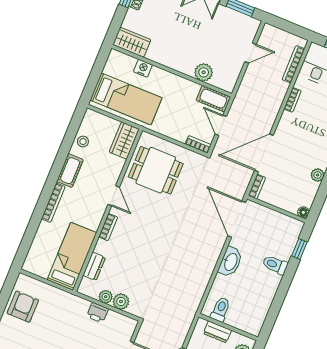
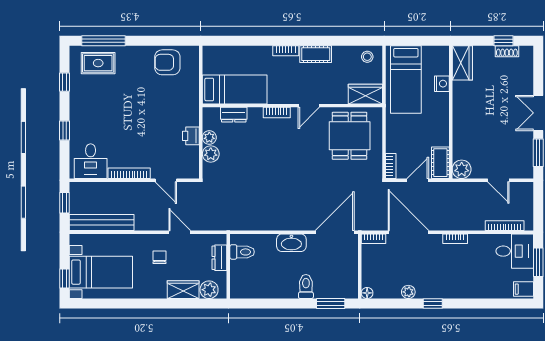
plant: (204, 72) -> (462, 169), moved
bookcase: (293, 100) -> (455, 239), moved
stool: (83, 141) -> (367, 57), moved
bookcase: (53, 203) -> (286, 51), width x0.64
window: (299, 249) -> (331, 304), width x1.50
armchair: (23, 307) -> (167, 62), turned 180

